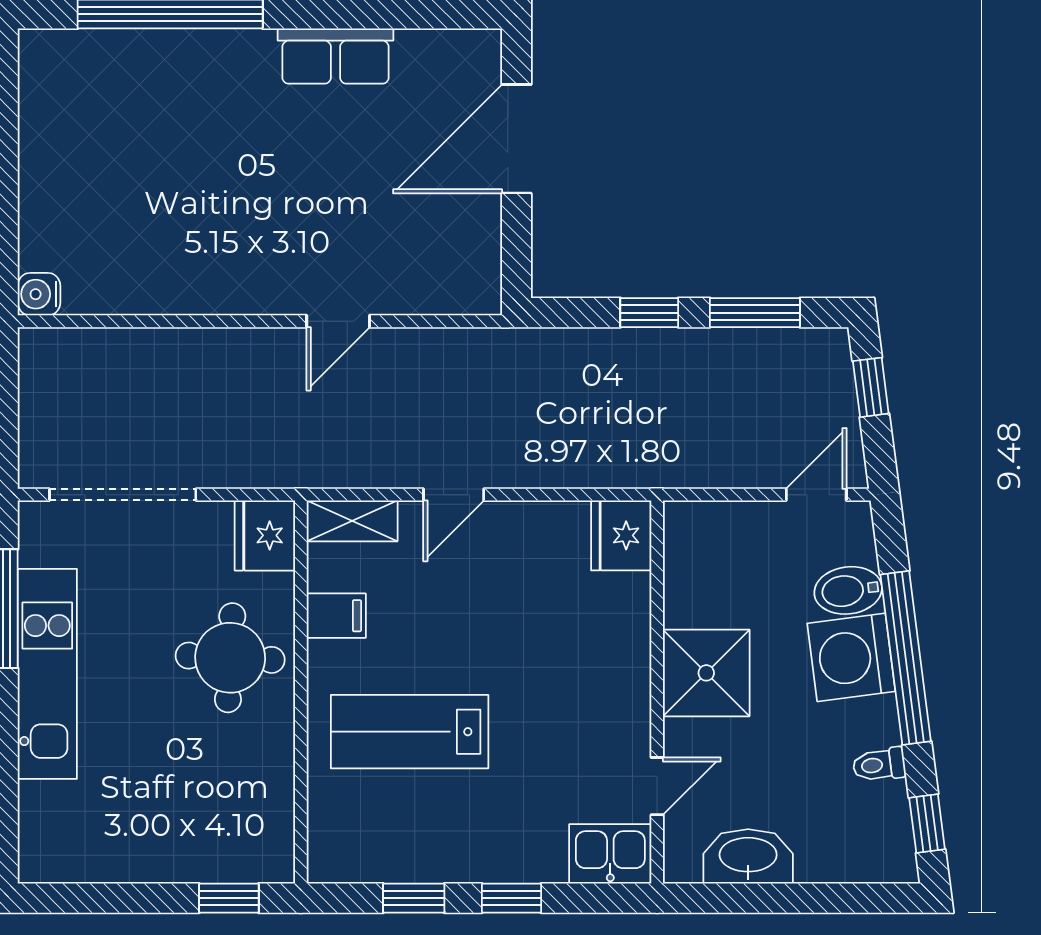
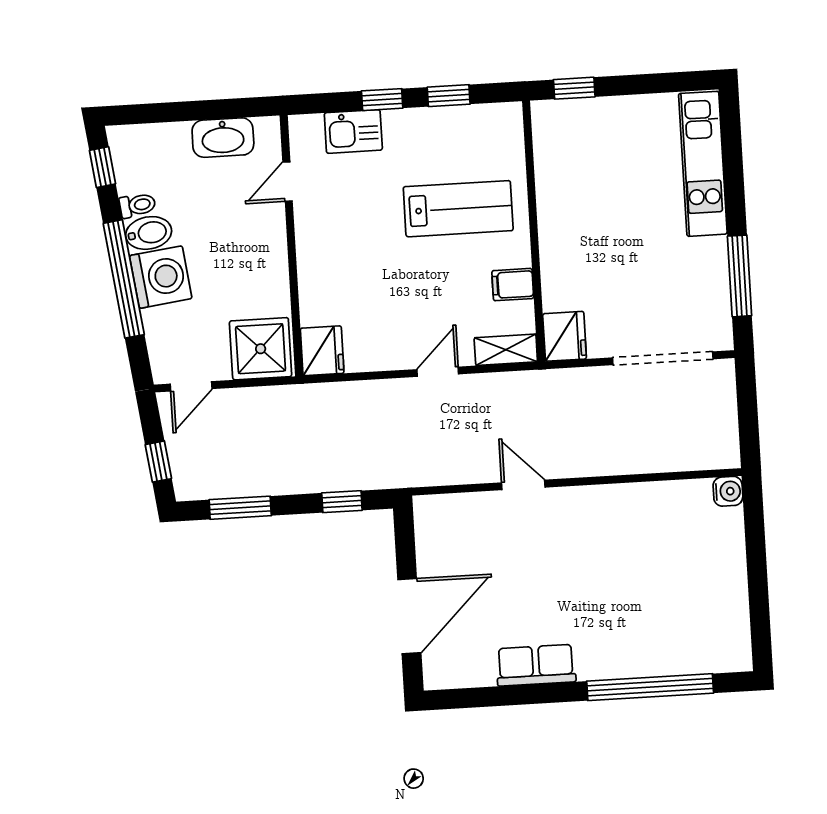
window: (649, 313) -> (342, 502), moved
door: (338, 321) -> (523, 485), hinge flipped
bidet: (848, 590) -> (149, 233), moved
round table: (230, 658) -> (583, 252), removed
shower: (706, 673) -> (261, 349), moved
kitchen unit: (47, 674) -> (703, 164), moved
kitchen sink: (610, 854) -> (353, 131), moved

